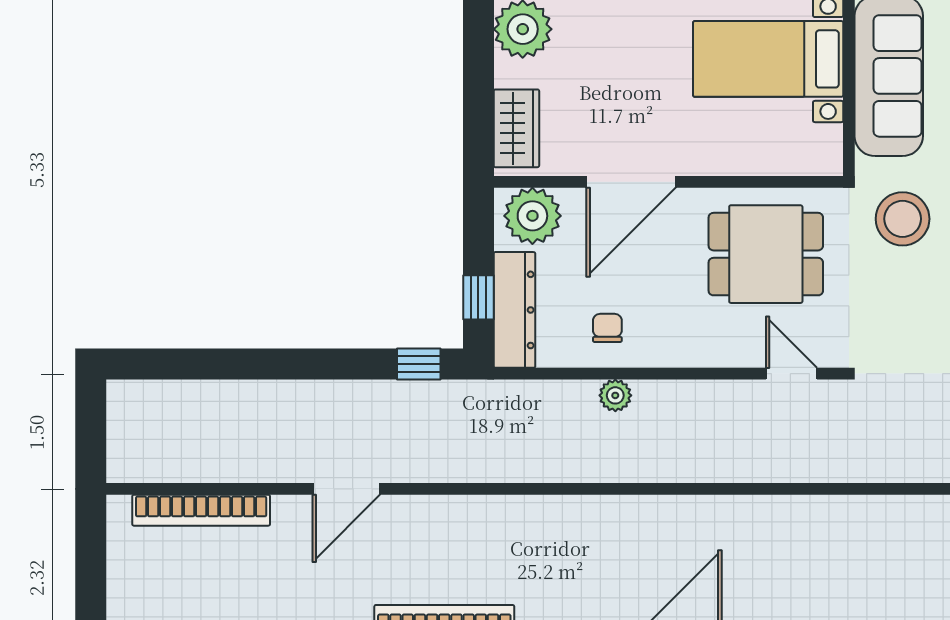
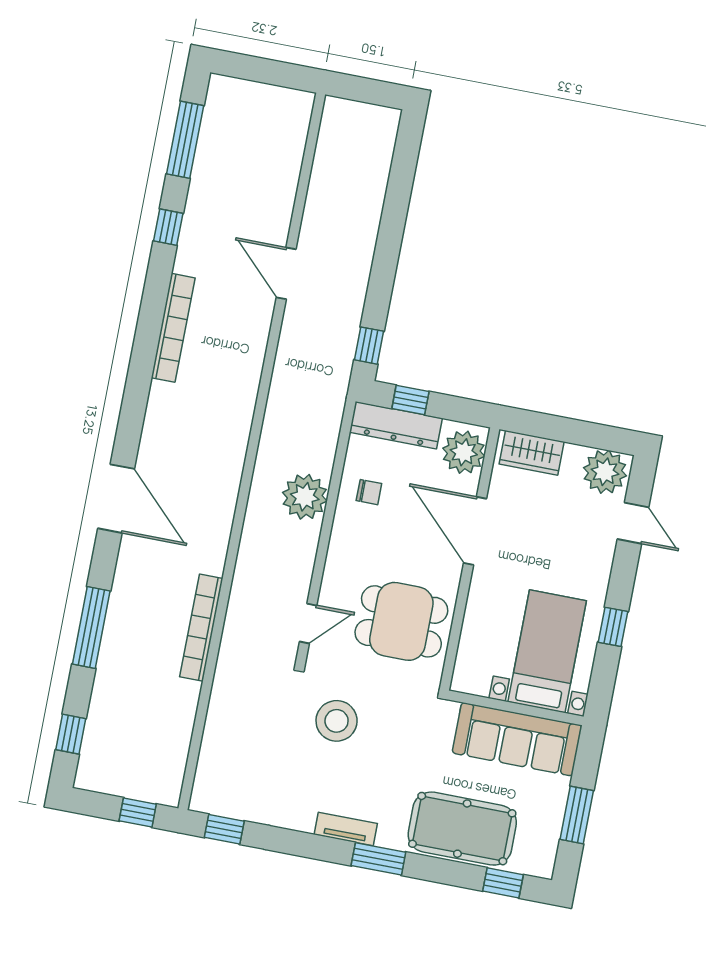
stool: (903, 219) -> (337, 721), moved
dining table: (766, 254) -> (401, 621), turned 90
plant: (615, 395) -> (305, 497), width x1.87, depth x1.87
bookcase: (201, 510) -> (201, 628), moved

